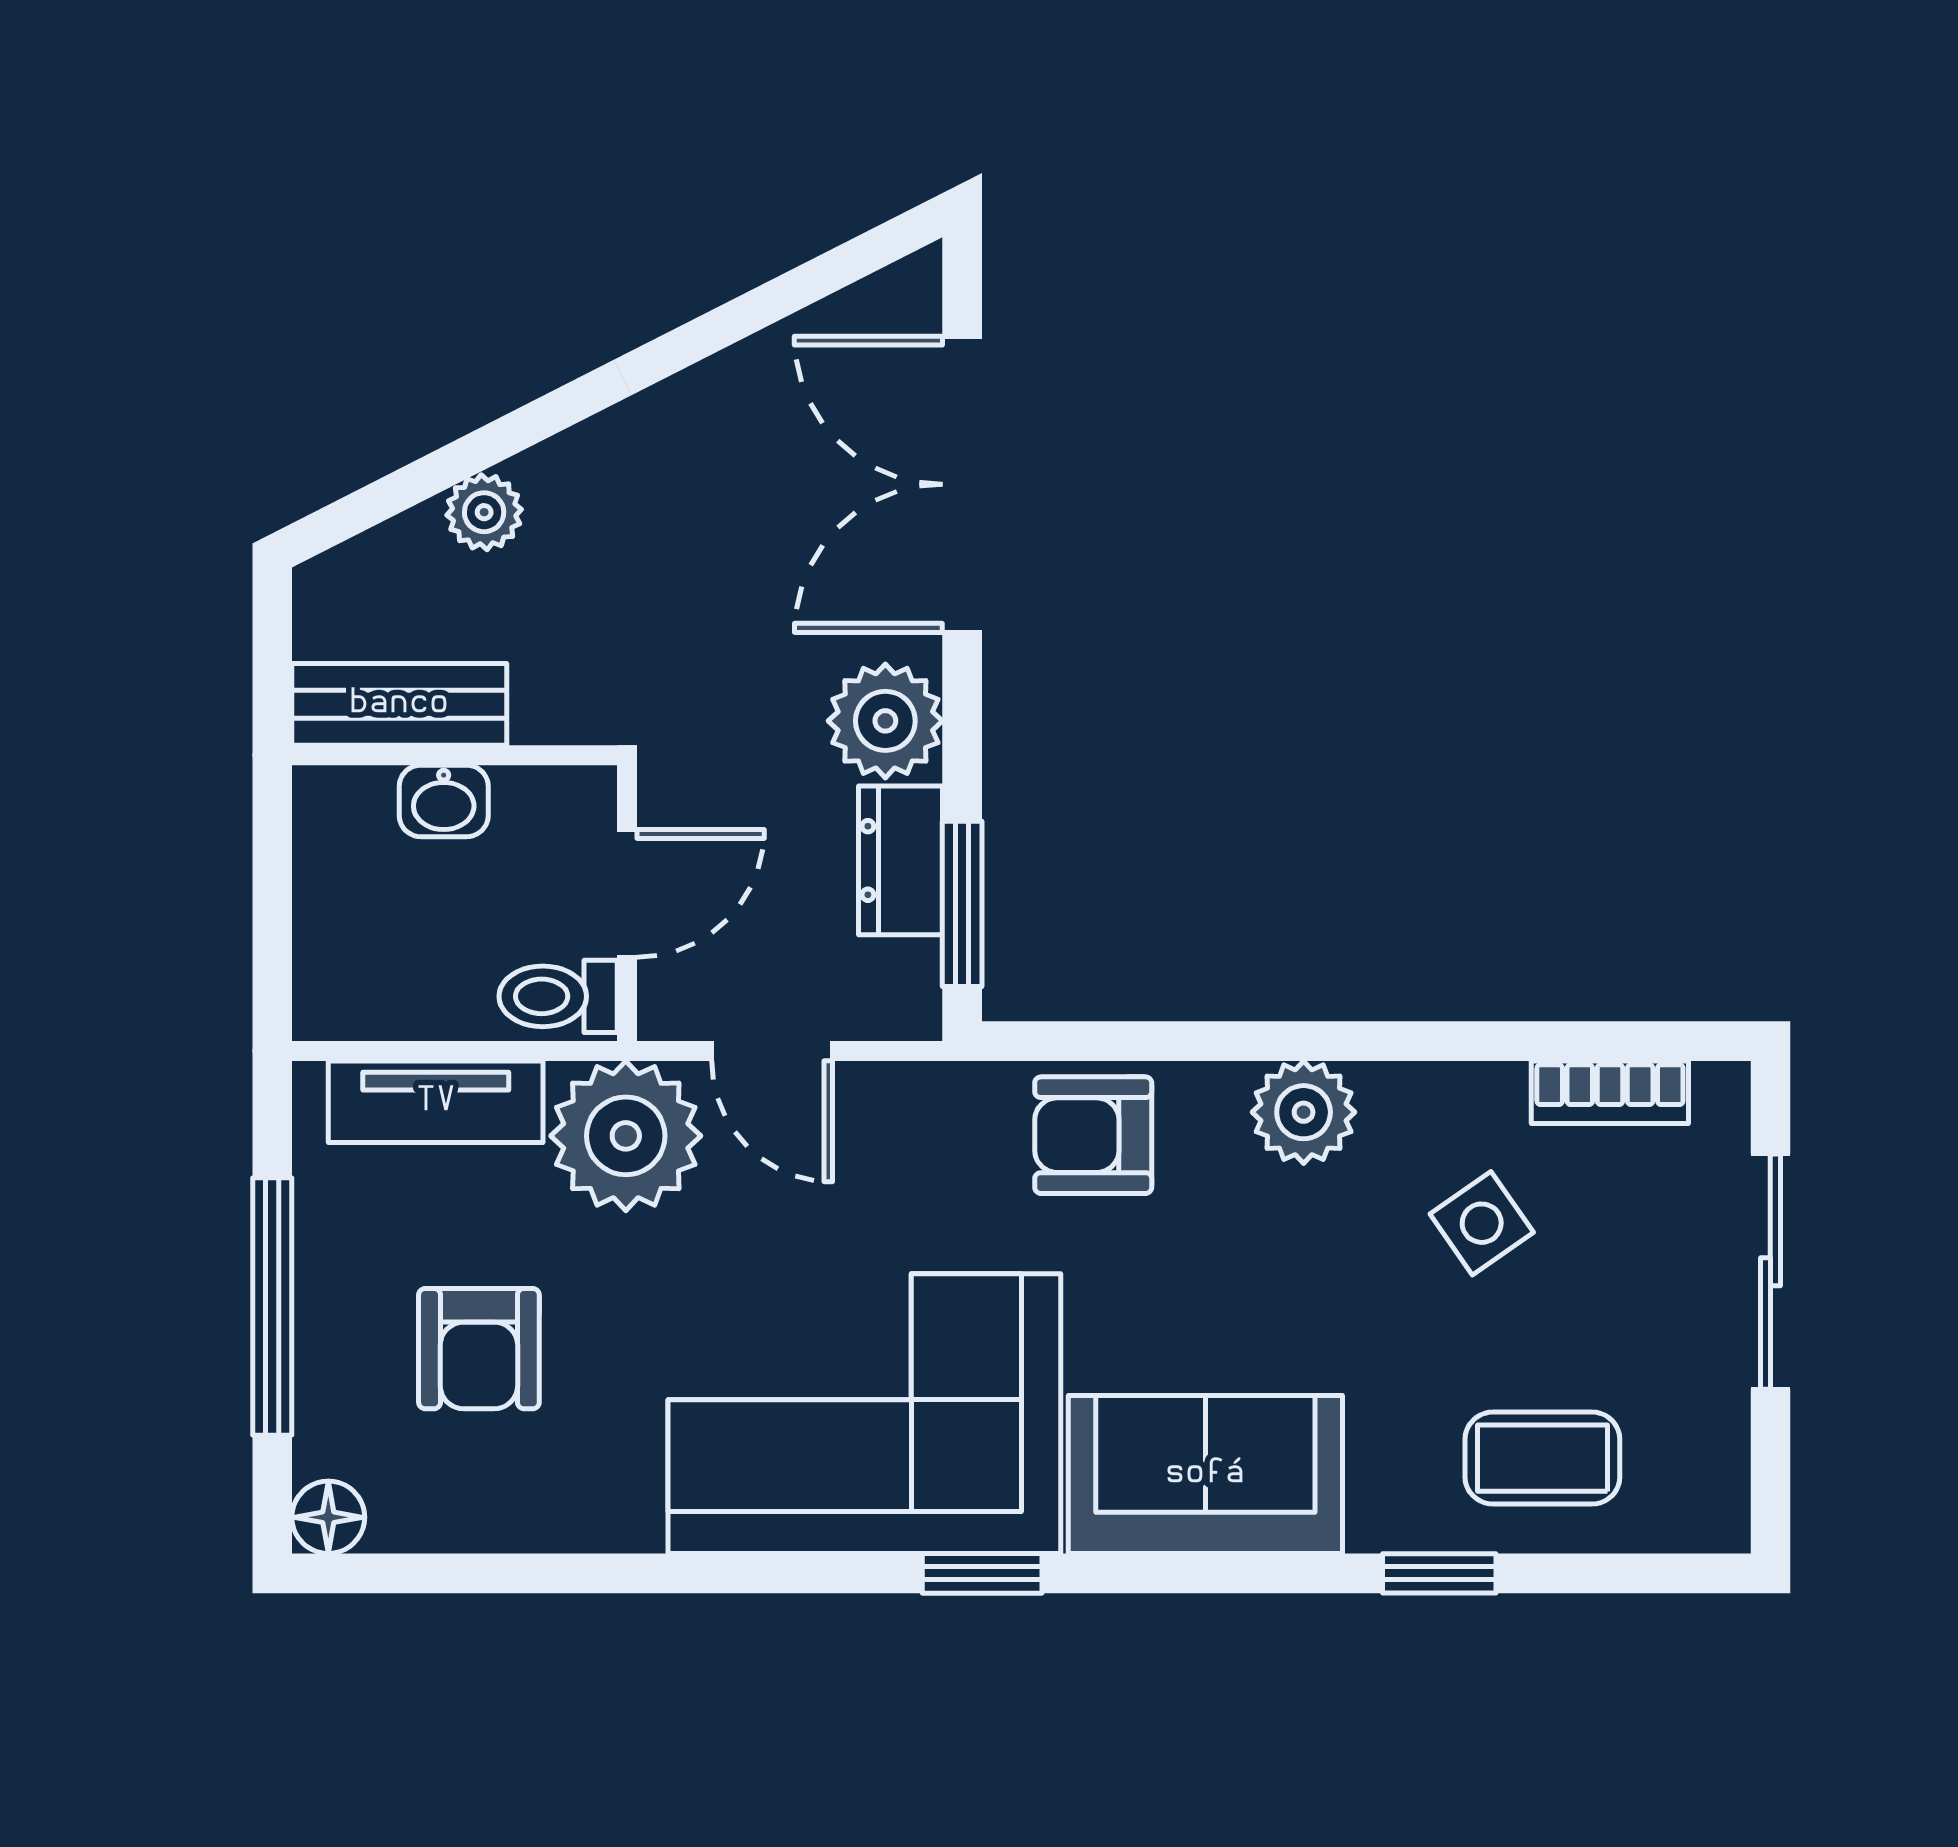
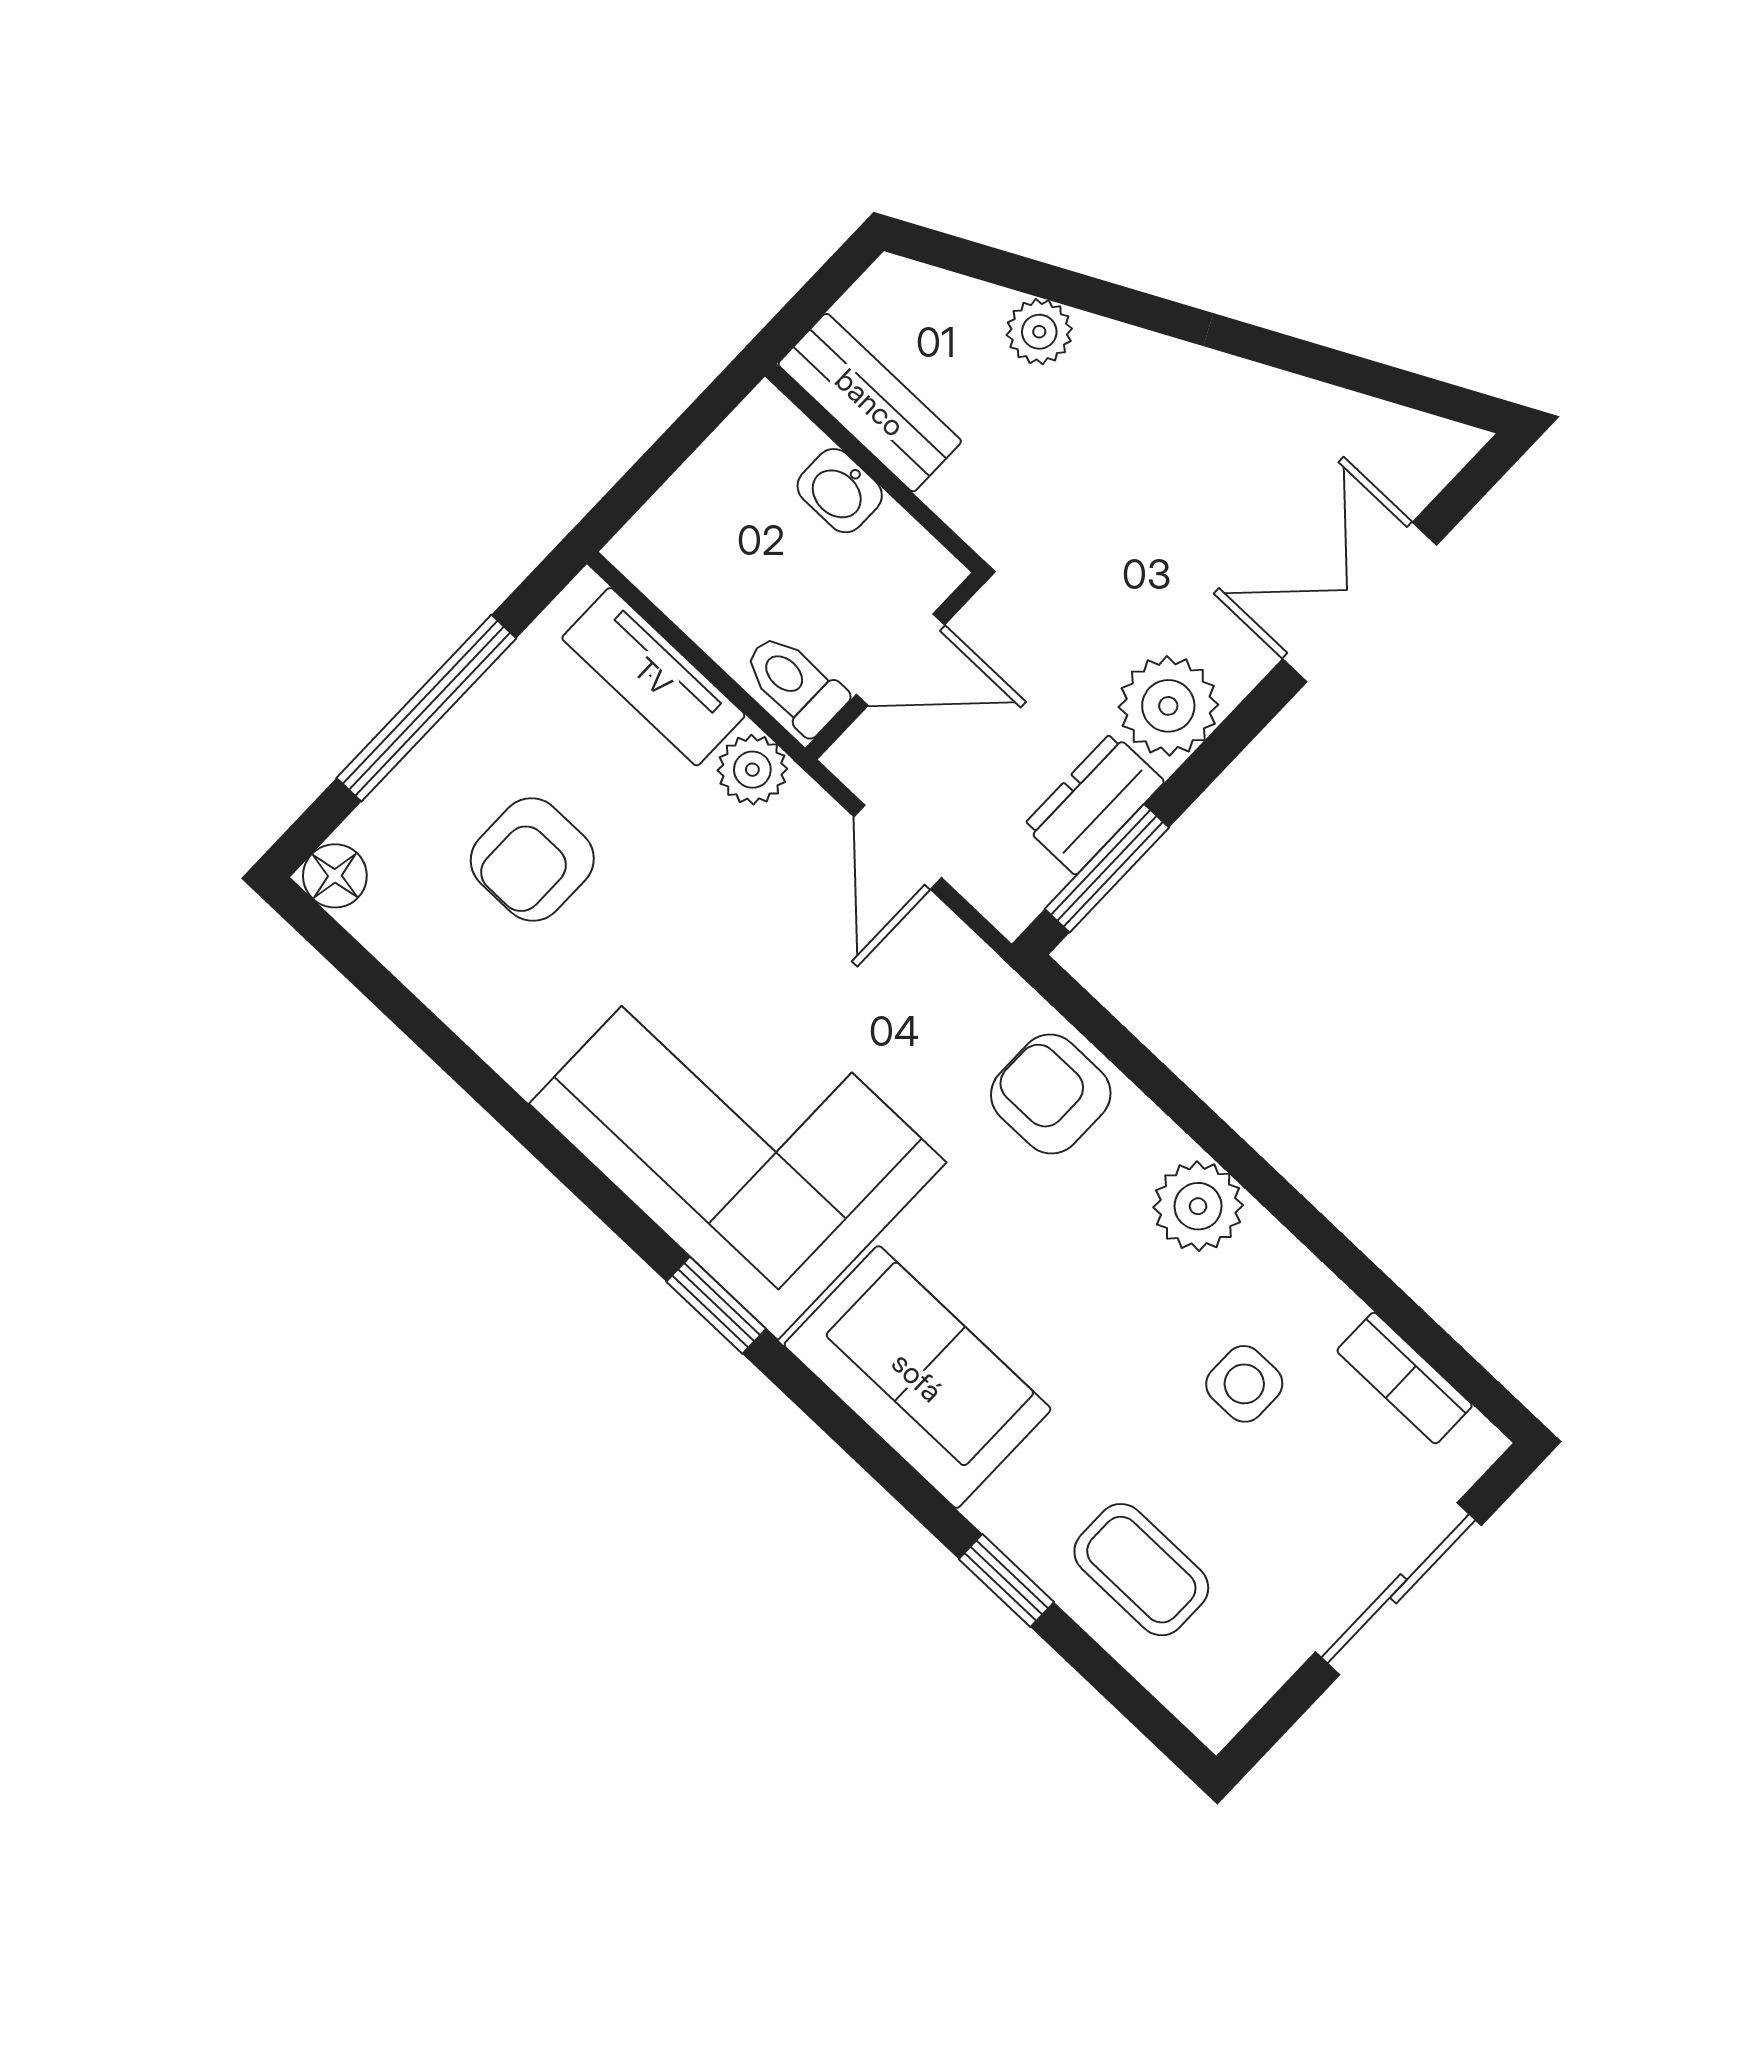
double door: (962, 484) -> (1360, 602), width x0.73
plant: (626, 1136) -> (752, 770), width x0.53, depth x0.53
side table: (1482, 1223) -> (1244, 1384), turned 35

